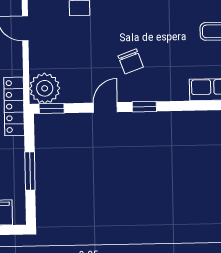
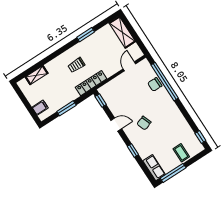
plant: (45, 88) -> (108, 92), removed
window: (144, 107) -> (133, 150), moved

